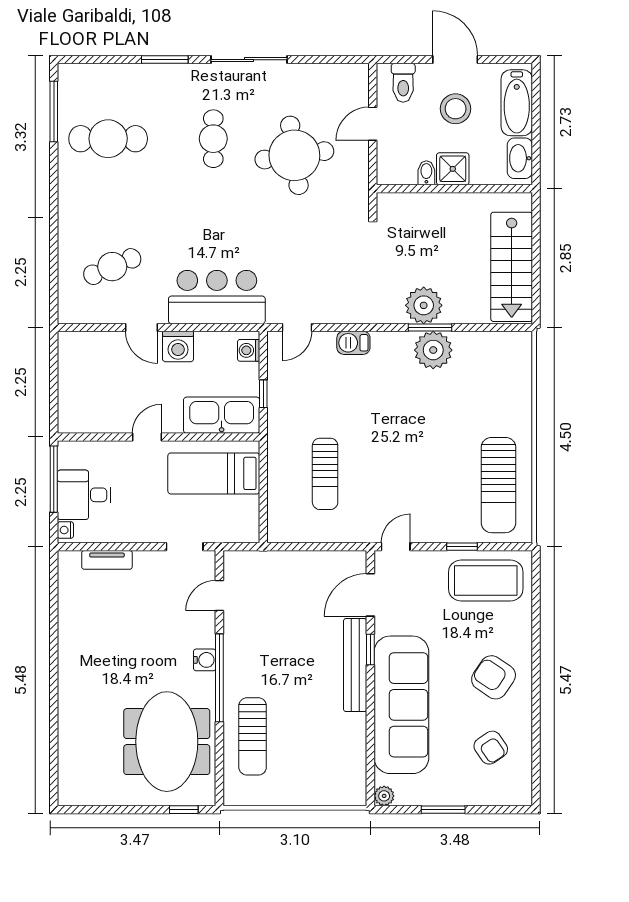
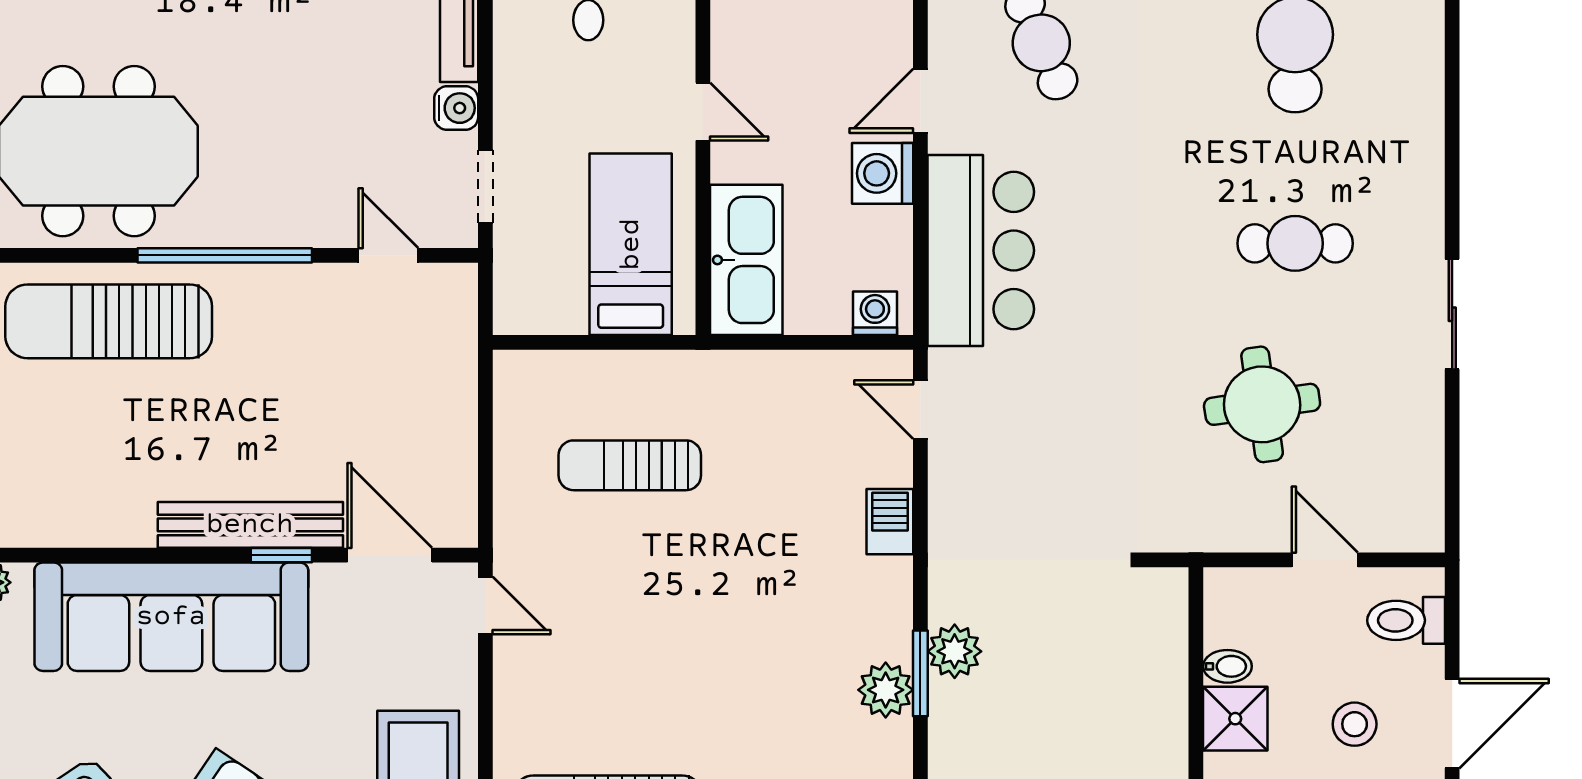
window: (165, 60) -> (1452, 147), removed
sliding door: (249, 60) -> (1452, 314), width x0.73
stool: (456, 109) -> (1355, 724), width x0.73, depth x0.73
round table: (294, 155) -> (1262, 404), width x0.73, depth x0.73
plant: (424, 305) -> (955, 651), width x0.73, depth x0.73
plant: (433, 350) -> (886, 690), width x0.73, depth x0.73
window: (263, 394) -> (789, 342), removed
window: (462, 547) -> (485, 737), removed
water cooler: (205, 660) -> (456, 108), moved, turned -90
sun lounger: (253, 736) -> (109, 321), width x1.36, depth x1.34

